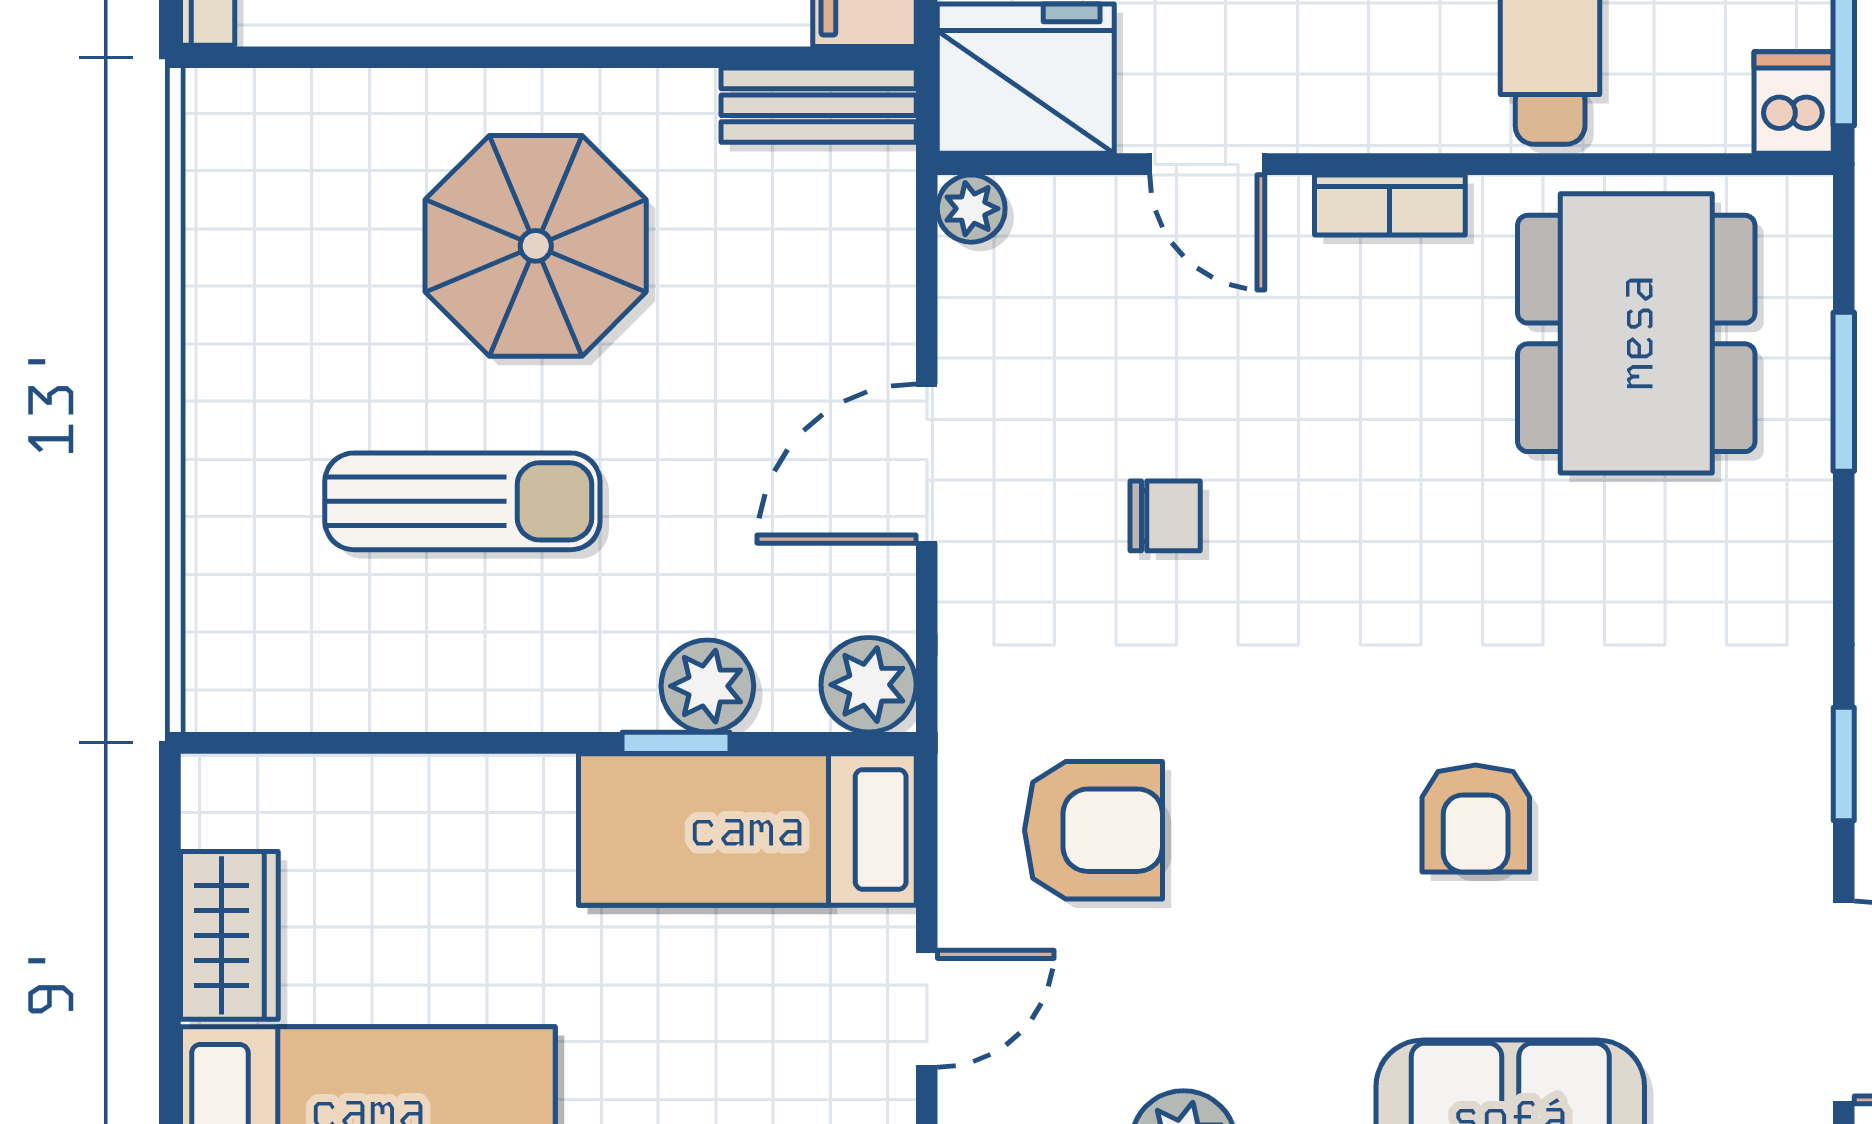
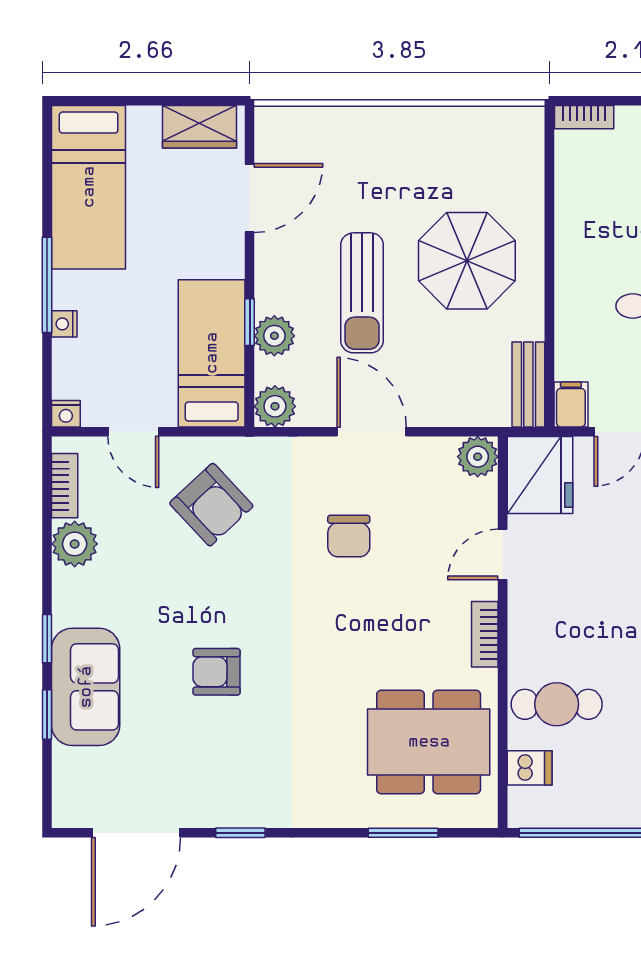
dishwasher: (1794, 103) -> (530, 768), moved
plant: (971, 209) -> (478, 457), width x1.38, depth x1.38
sun lounger: (462, 501) -> (362, 293), moved
chair: (1165, 516) -> (349, 536), width x1.37, depth x1.37
door: (392, 743) -> (250, 198), added
armchair: (1093, 830) -> (211, 505), turned -43
wardrobe: (229, 935) -> (200, 127), moved

